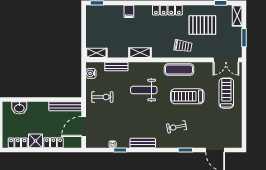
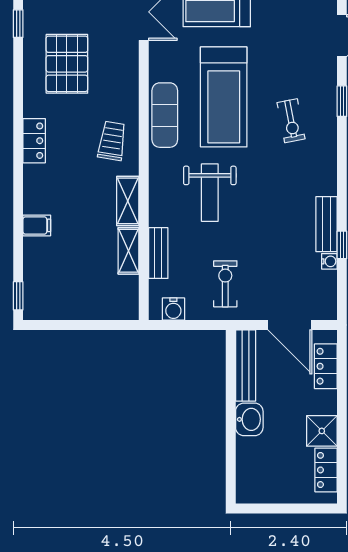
locker: (167, 10) -> (34, 141), width x0.66
trolley: (183, 46) -> (112, 141), moved
shelving: (96, 53) -> (128, 251), moved
treadmill: (187, 96) -> (224, 97), width x1.37, depth x1.38
washbasin: (19, 108) -> (249, 419), moved
locker: (53, 143) -> (326, 366), moved
bench: (143, 143) -> (326, 224), moved

